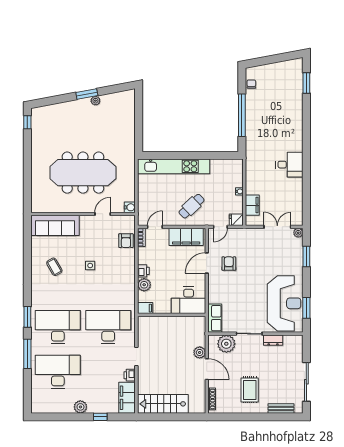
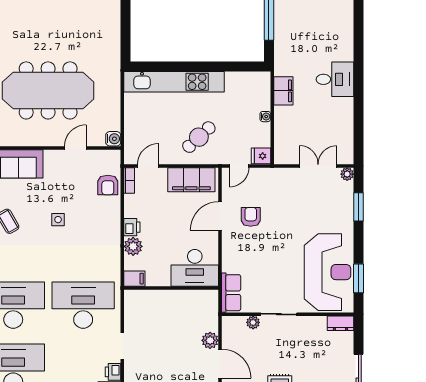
filing cabinet: (252, 205) -> (283, 91), moved
dresser: (273, 340) -> (340, 323), moved
plant: (226, 344) -> (253, 322), width x0.53, depth x0.53

